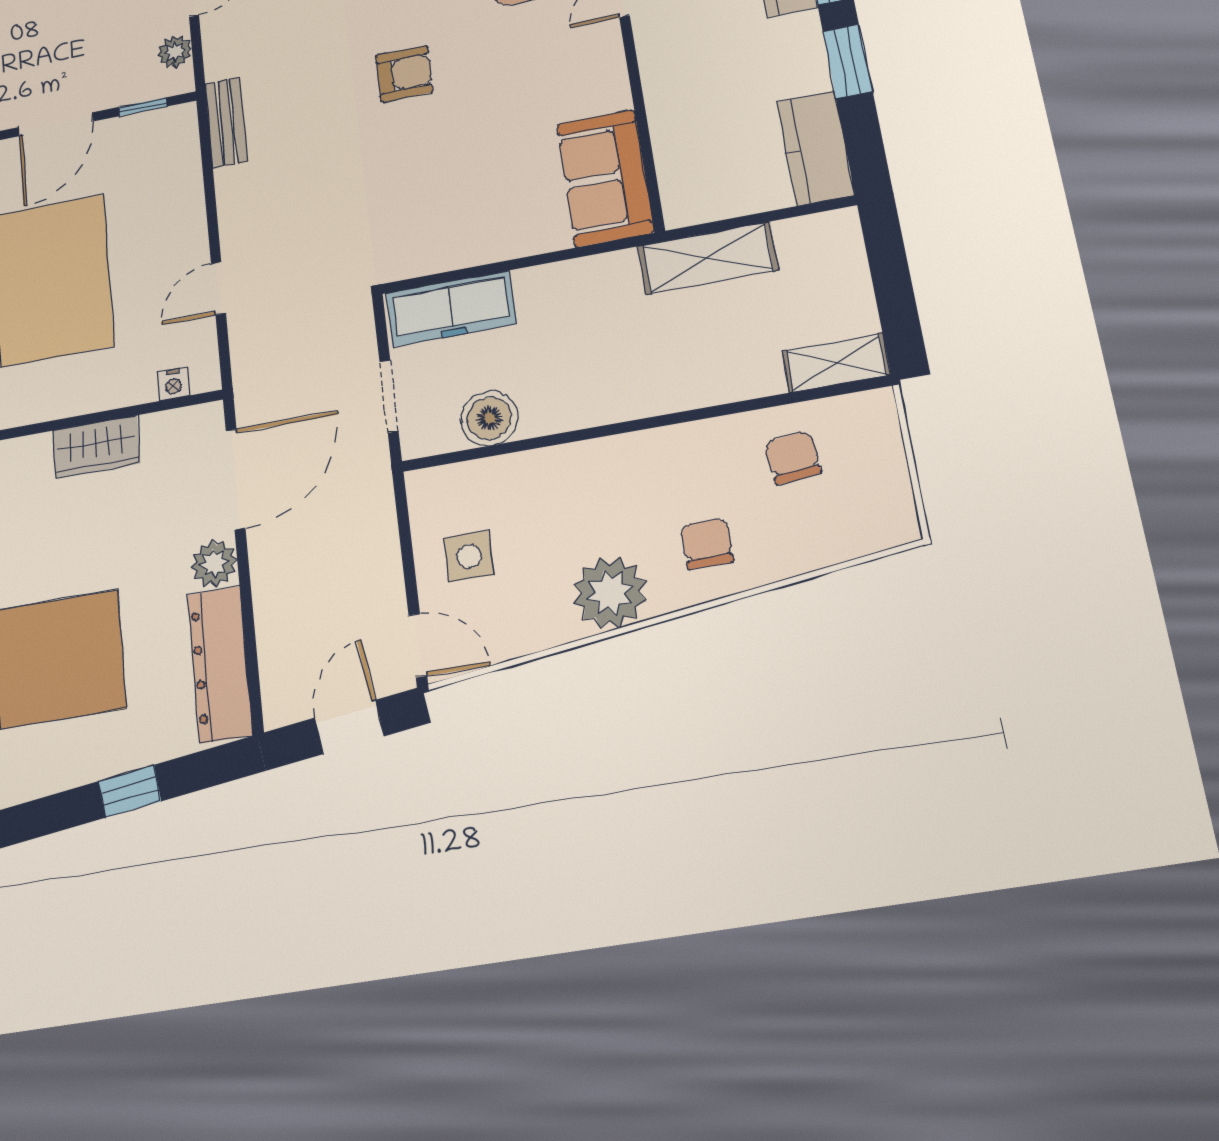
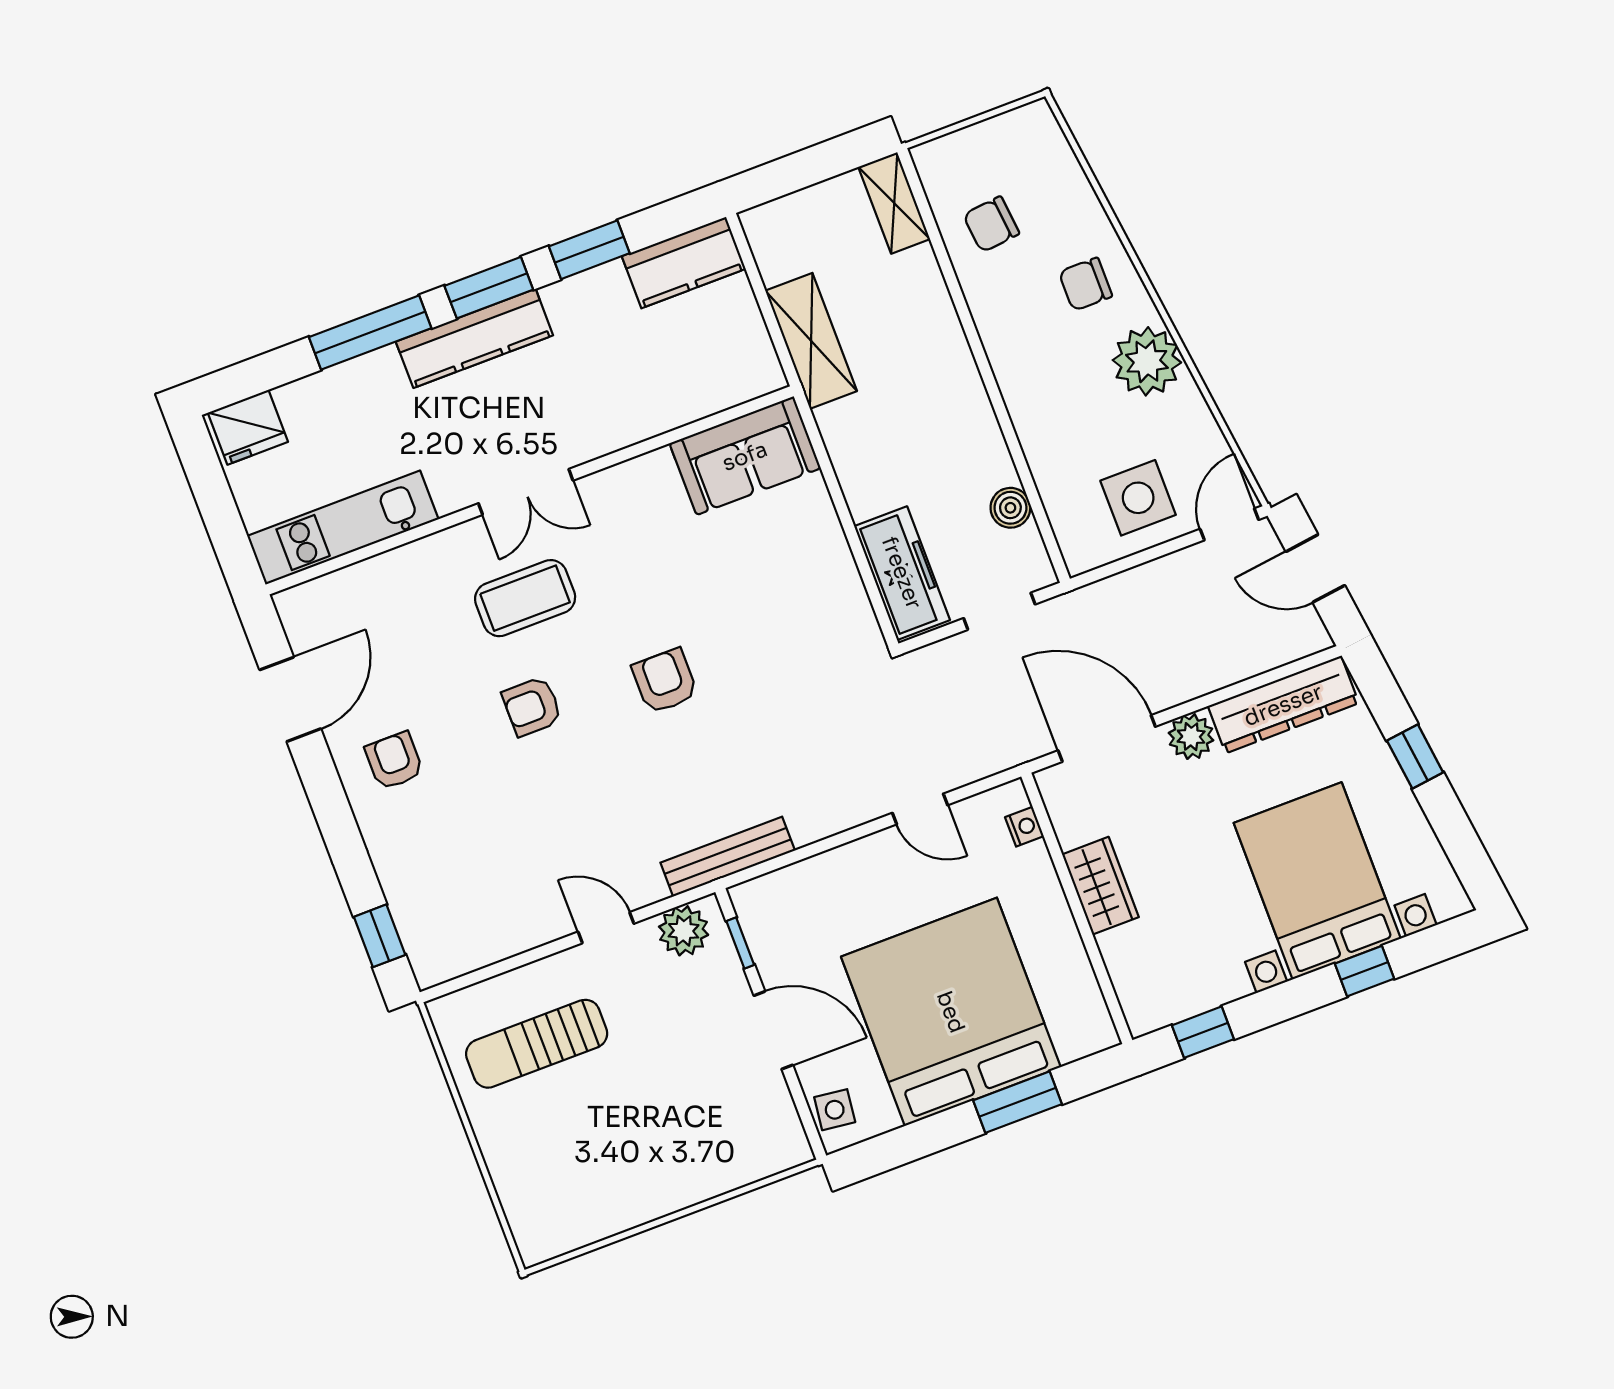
plant: (175, 52) -> (684, 931), width x1.38, depth x1.38
bench: (226, 122) -> (728, 857), width x1.36
boiler: (489, 418) -> (1010, 508), width x0.73, depth x0.73
side table: (469, 556) -> (1138, 498), width x1.37, depth x1.37

